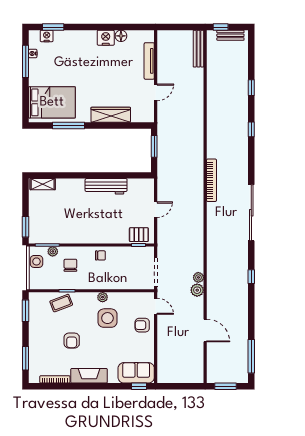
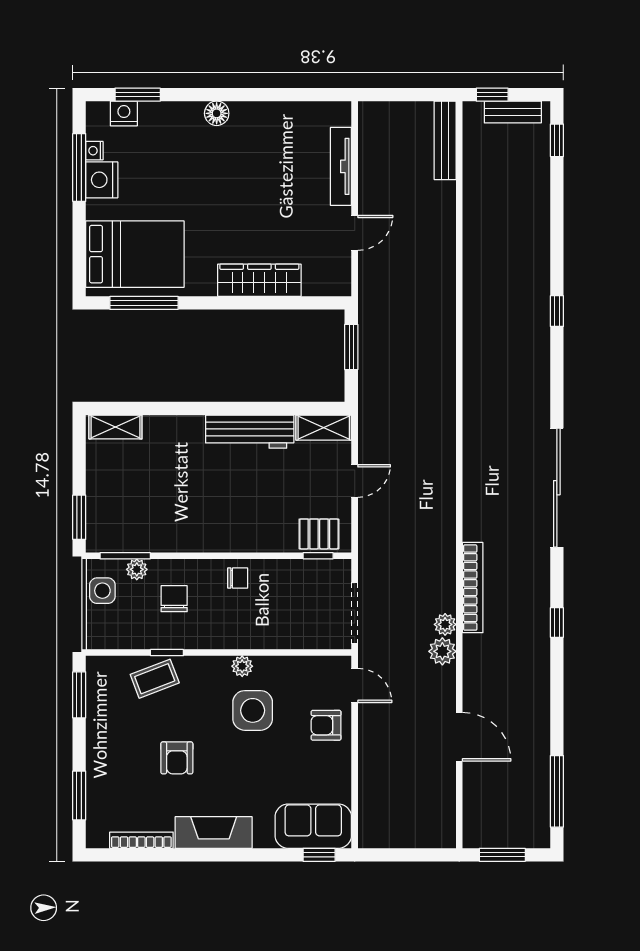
floor lamp: (121, 36) -> (217, 113), moved
nightstand: (106, 38) -> (102, 180), moved, turned -90
window: (251, 88) -> (557, 140), moved
window: (68, 125) -> (144, 303), moved
bookcase: (211, 180) -> (473, 588), moved
shelving: (141, 184) -> (324, 428), added

